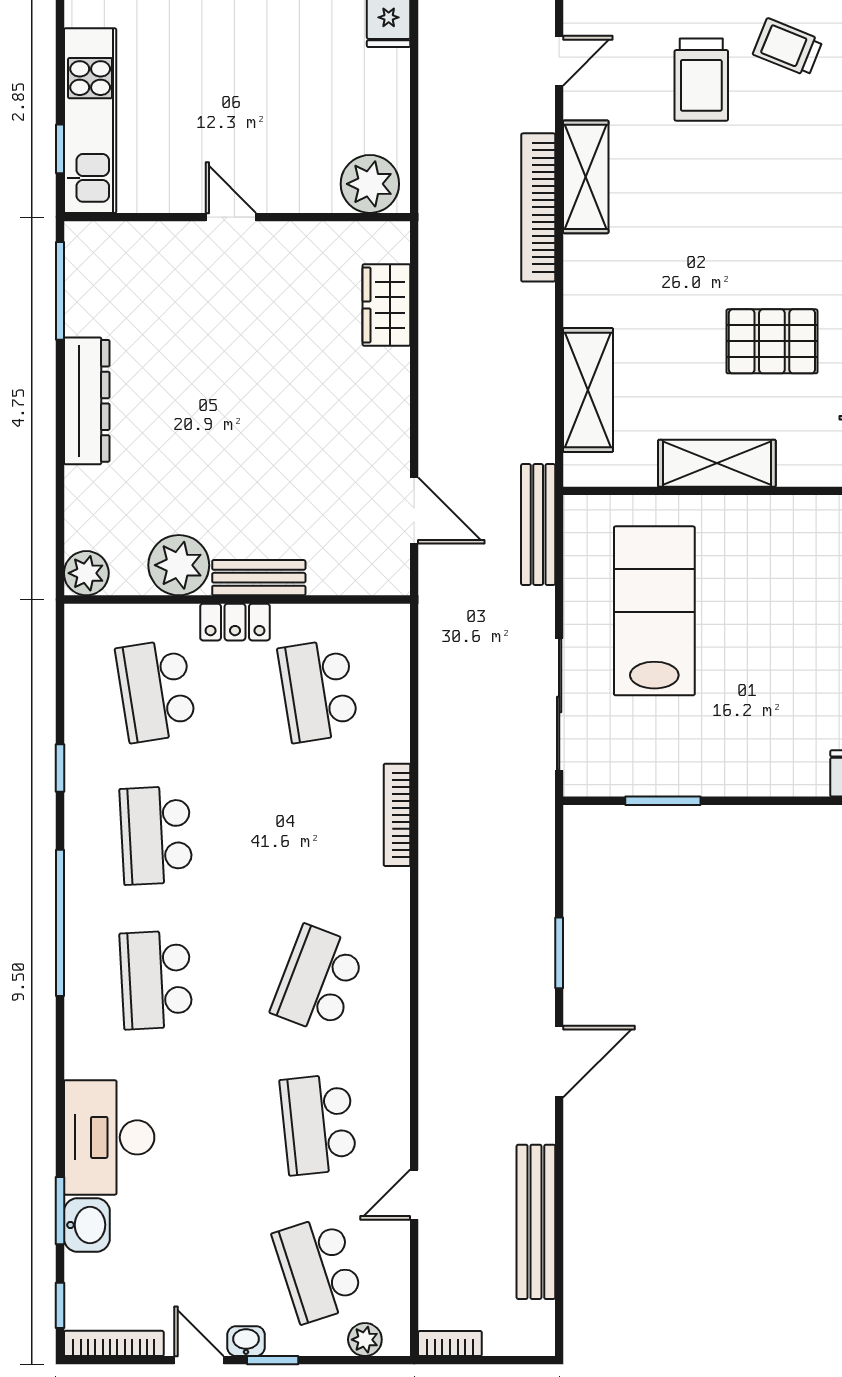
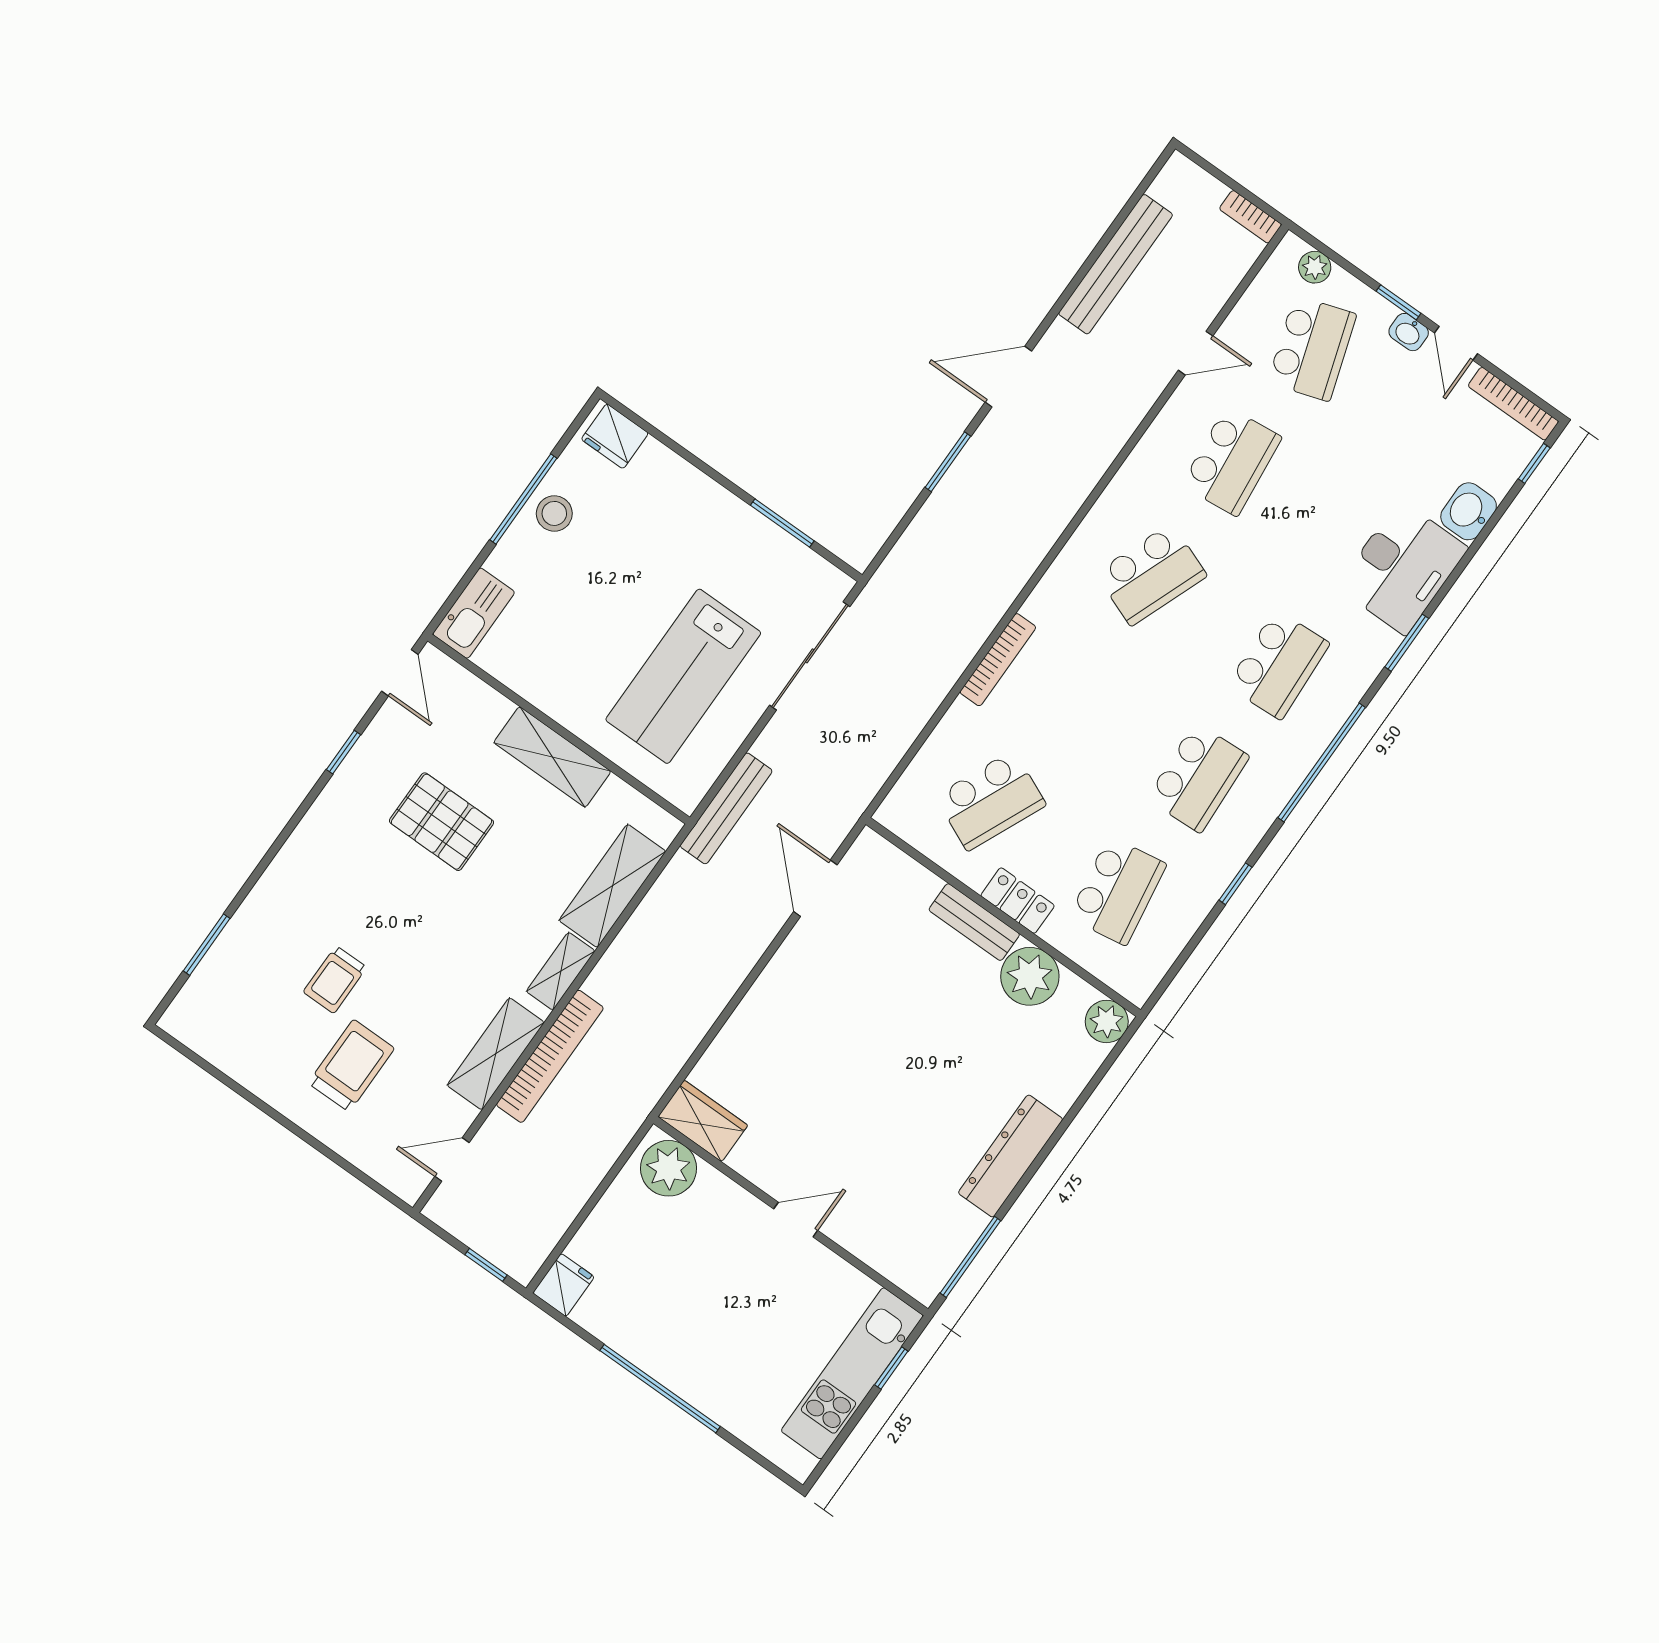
trolley: (788, 47) -> (335, 980), moved, turned 68
door: (231, 217) -> (796, 1220), swing flipped
shelving: (580, 286) -> (561, 971), added
wardrobe: (386, 305) -> (703, 1121), moved, turned -90
school desk: (318, 691) -> (991, 801), turned 33
window: (60, 1211) -> (1407, 643), moved

